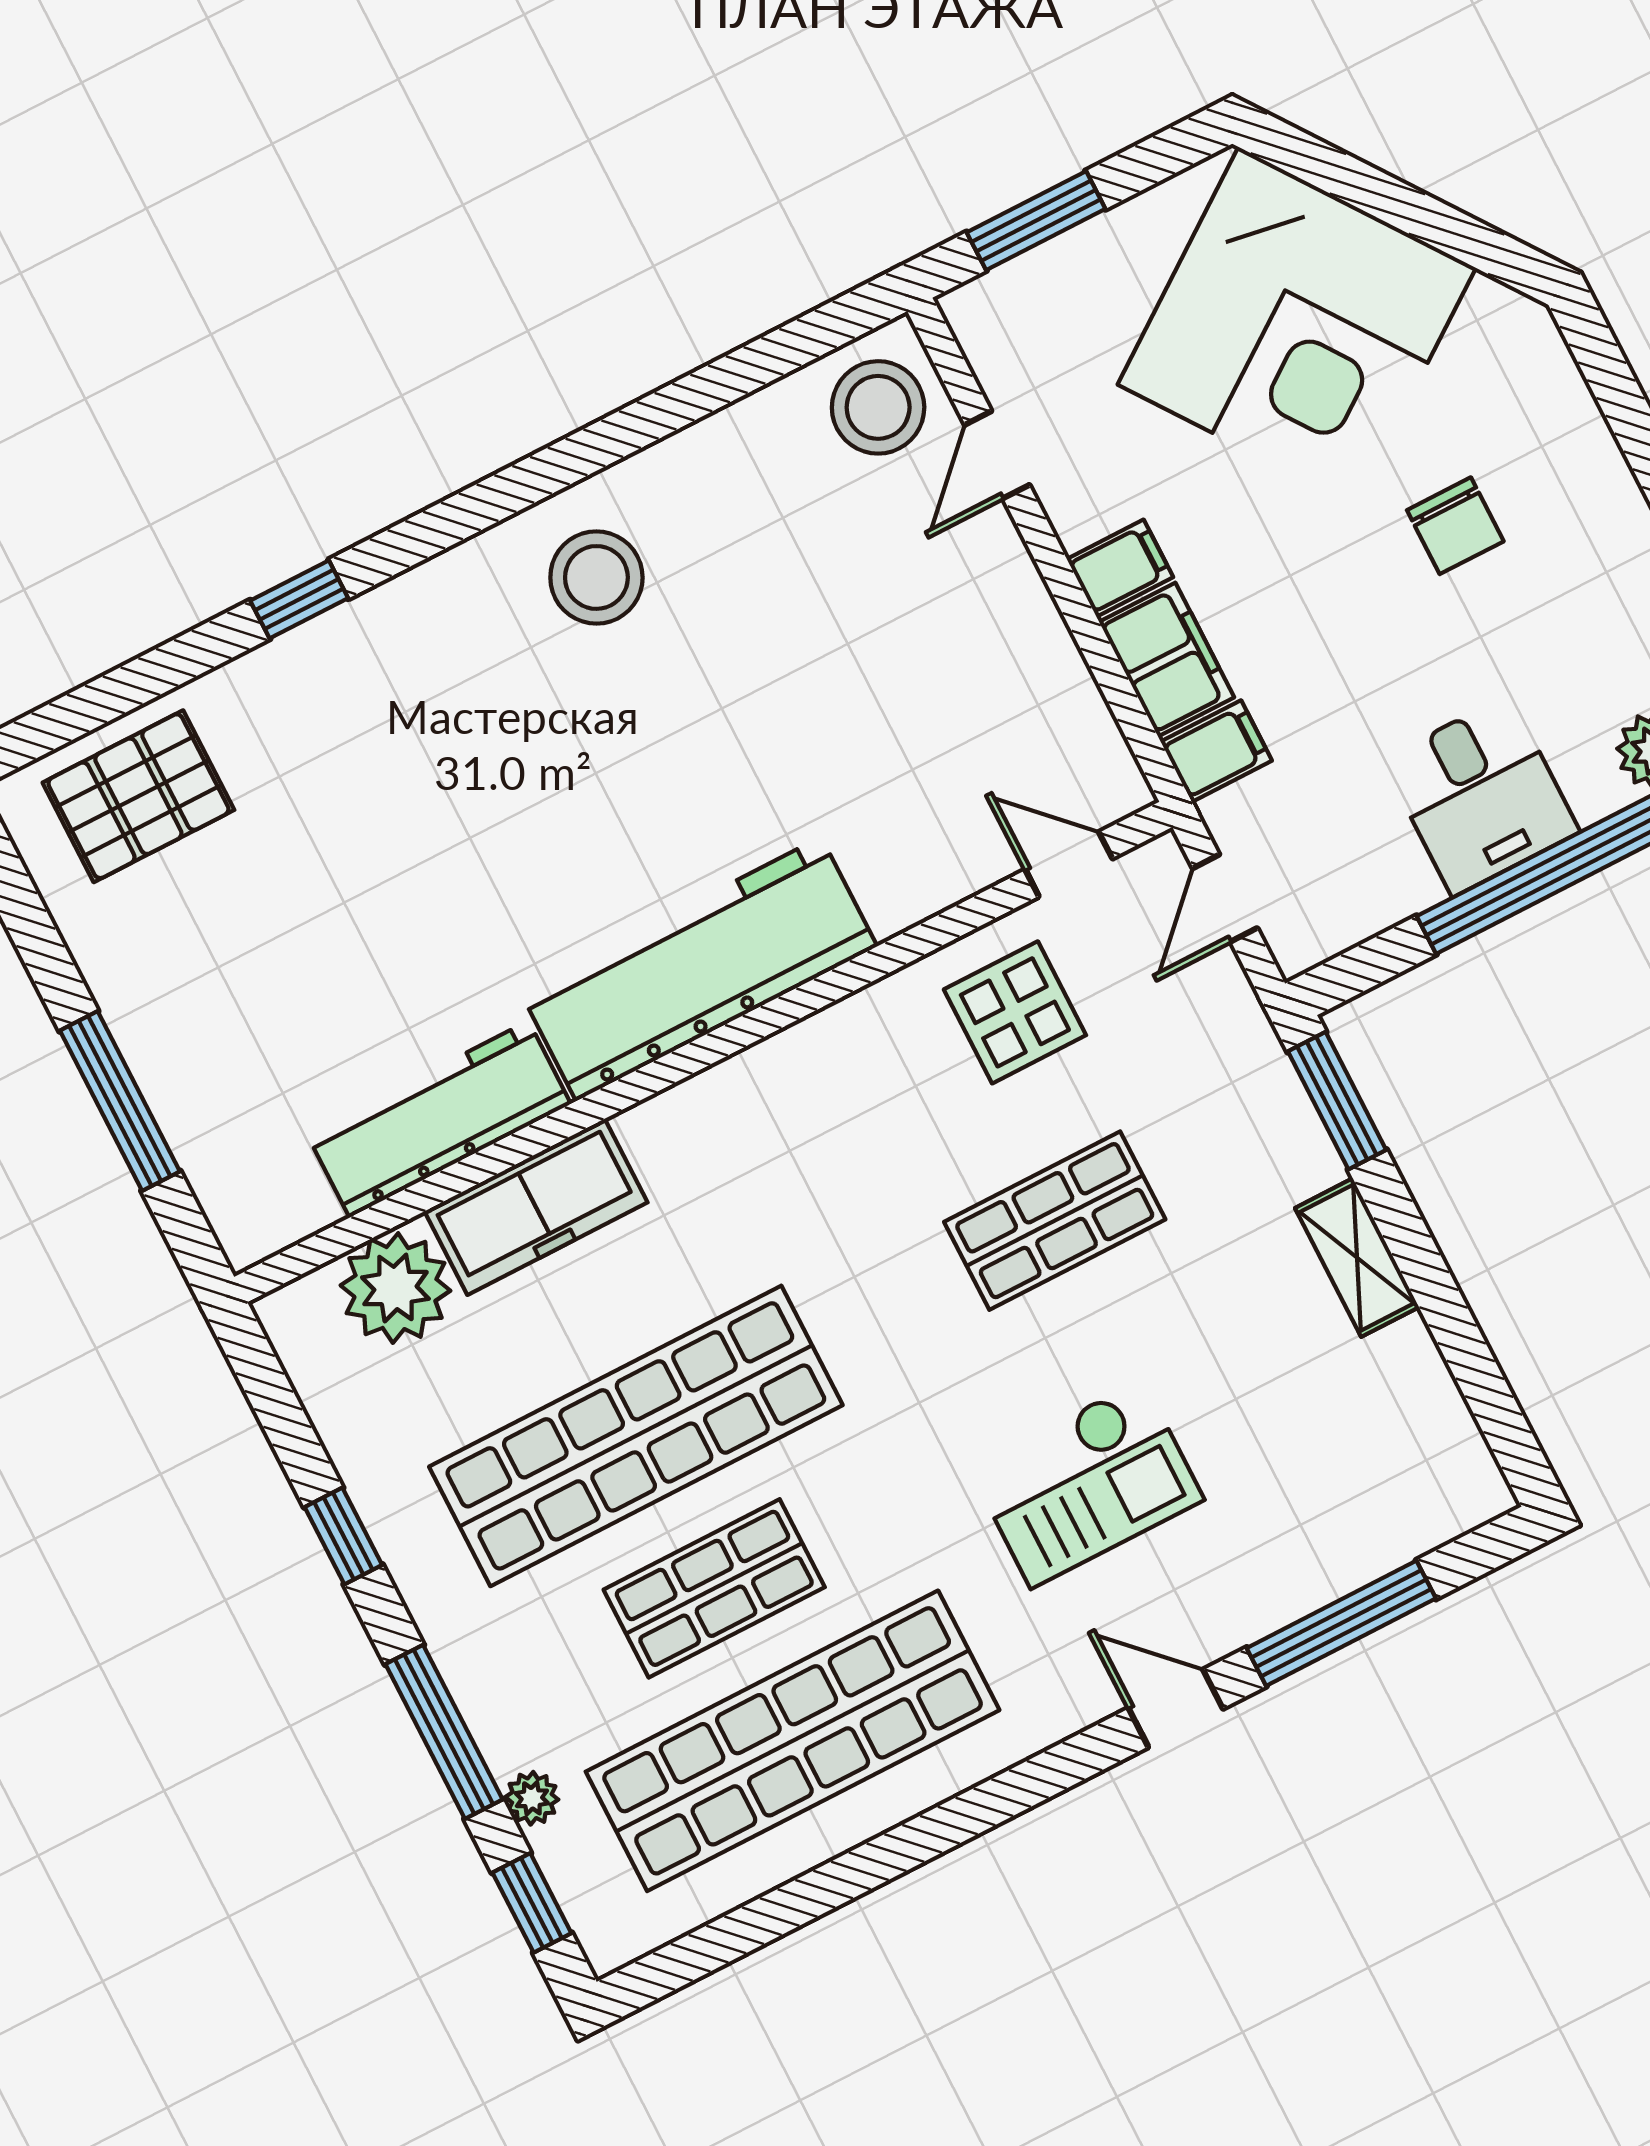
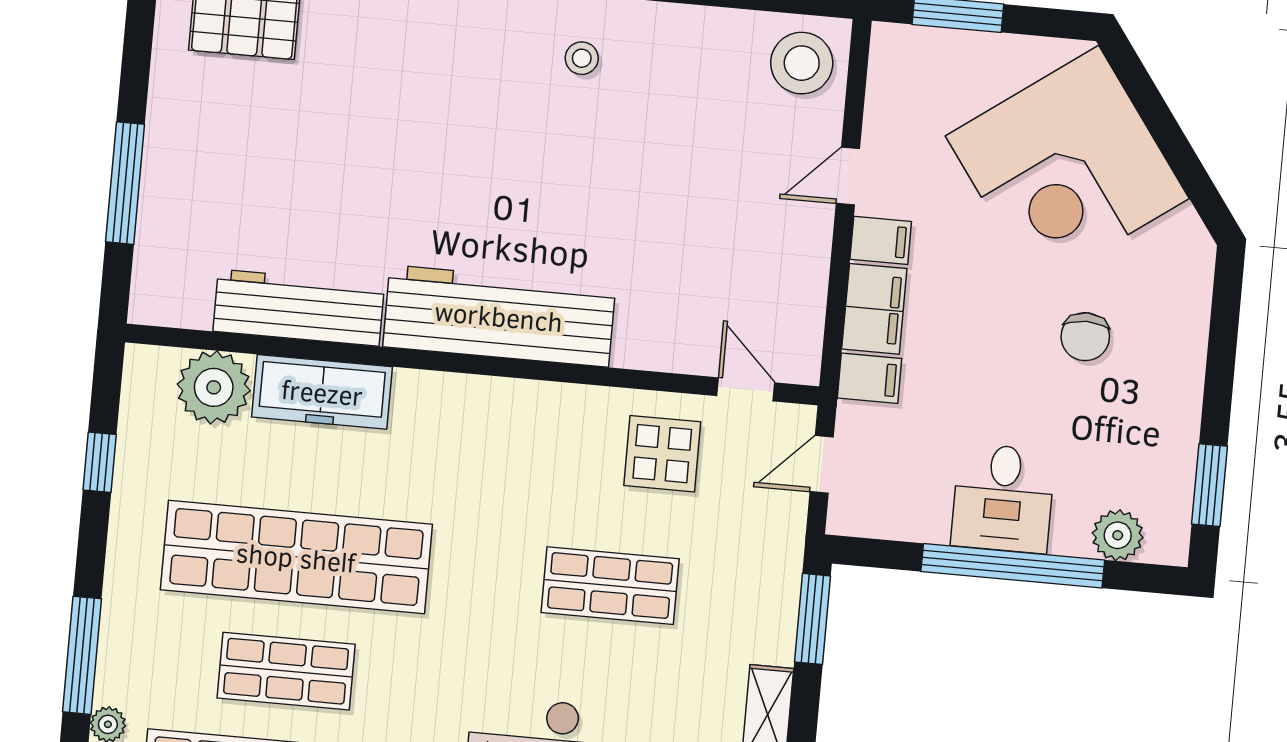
door: (997, 455) -> (848, 176), moved
stool: (596, 577) -> (582, 58), width x0.53, depth x0.53
window: (343, 1536) -> (100, 462), moved

